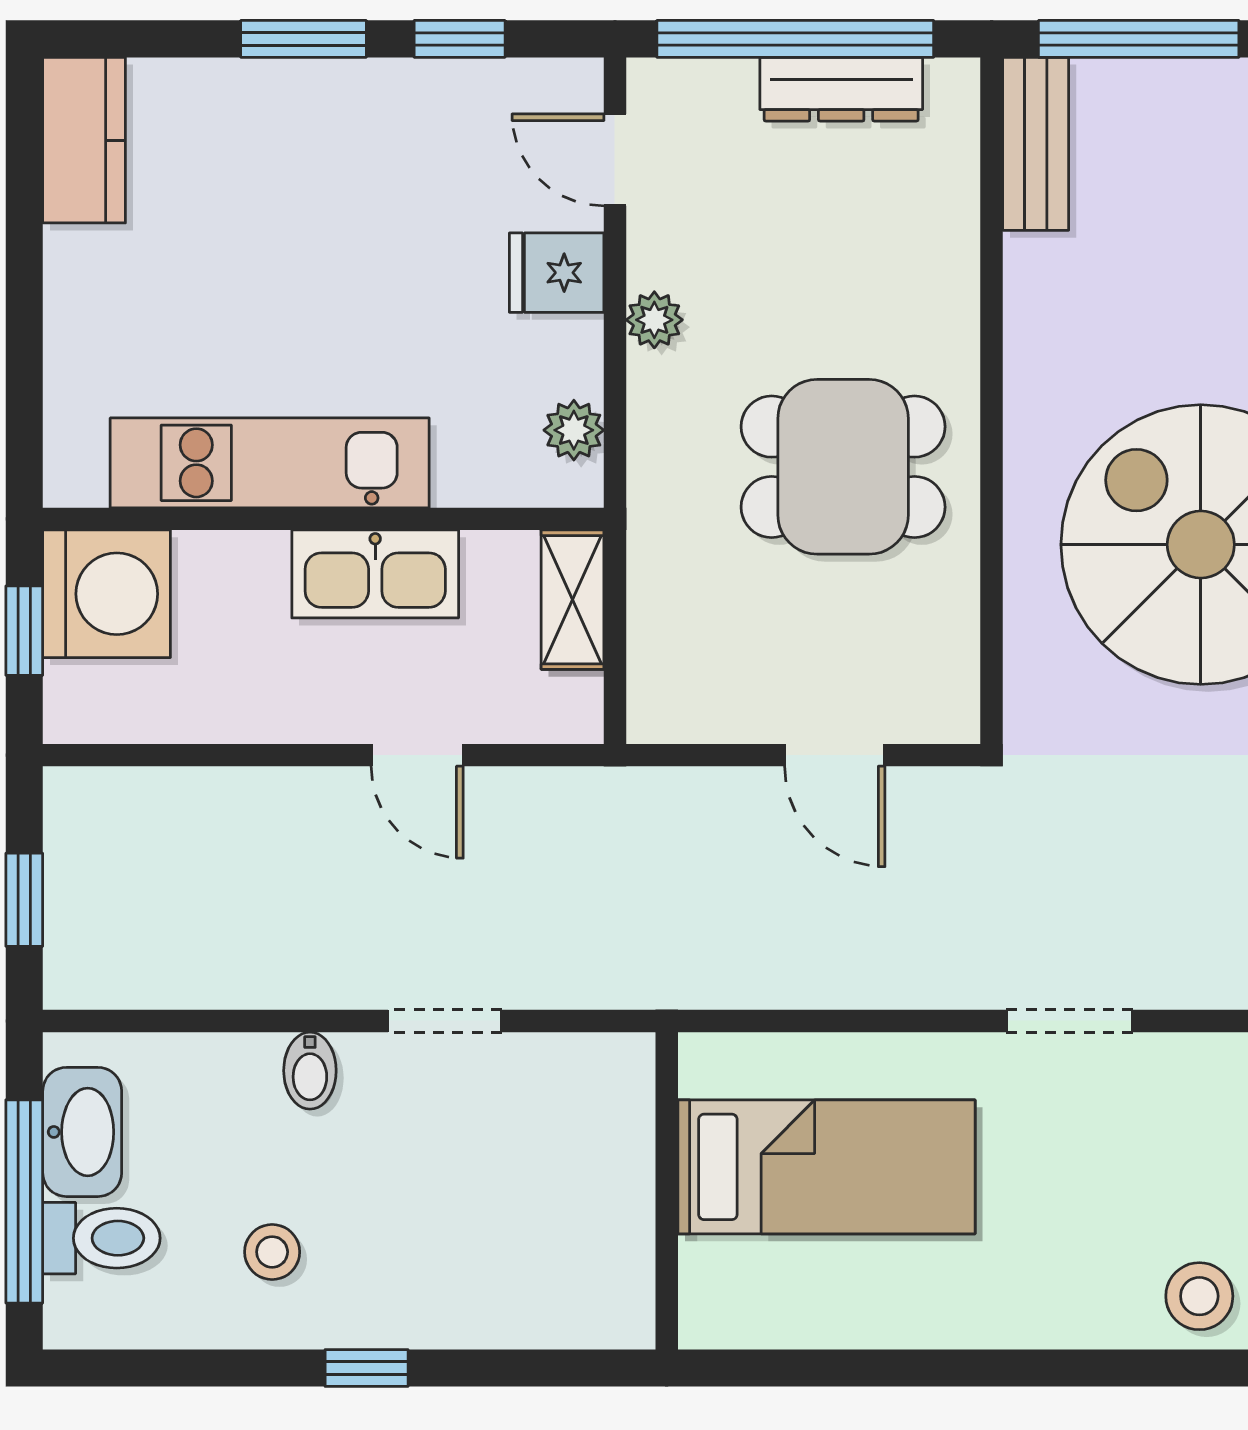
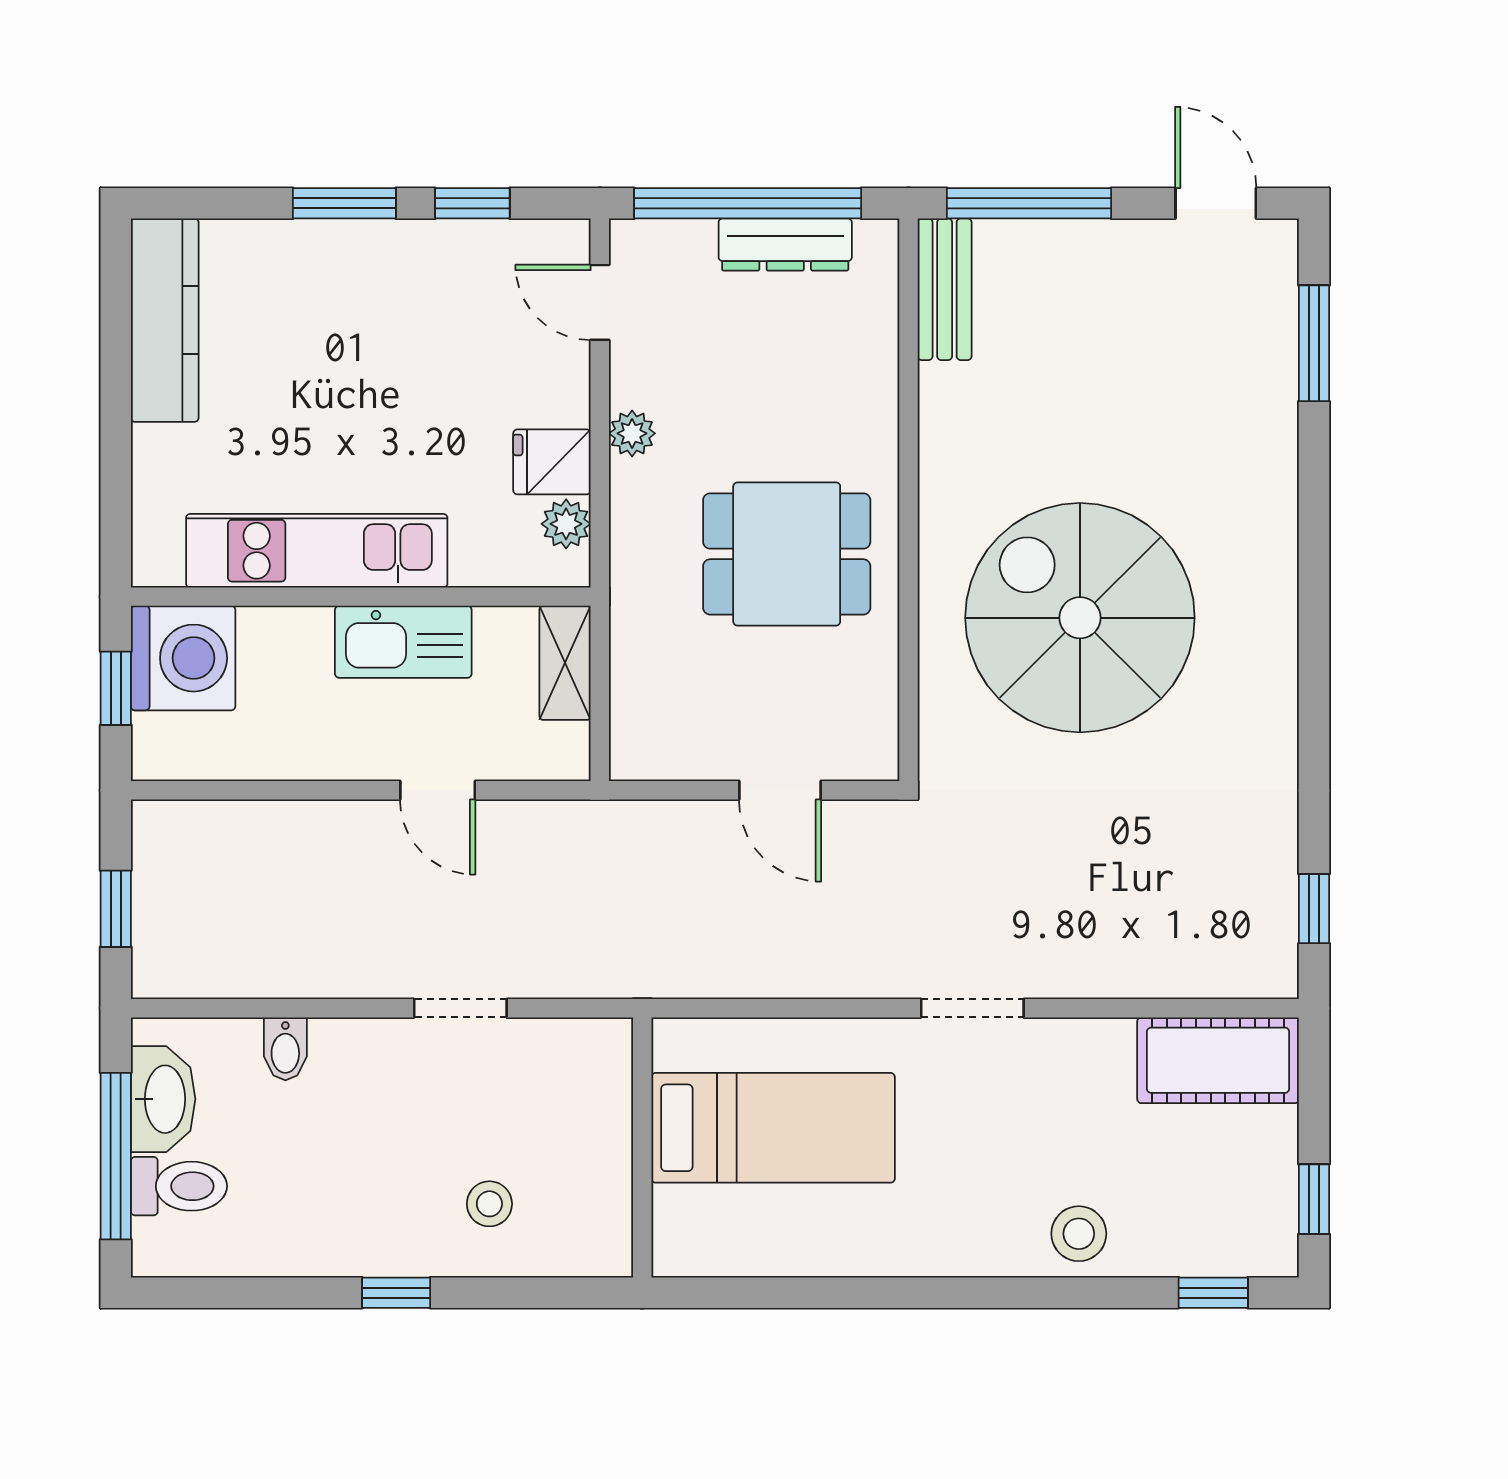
kitchen counter: (84, 140) -> (165, 320), width x1.50
fridge: (557, 273) -> (552, 462), moved
bidet: (310, 1071) -> (285, 1049), moved
stool: (272, 1252) -> (489, 1204), moved

